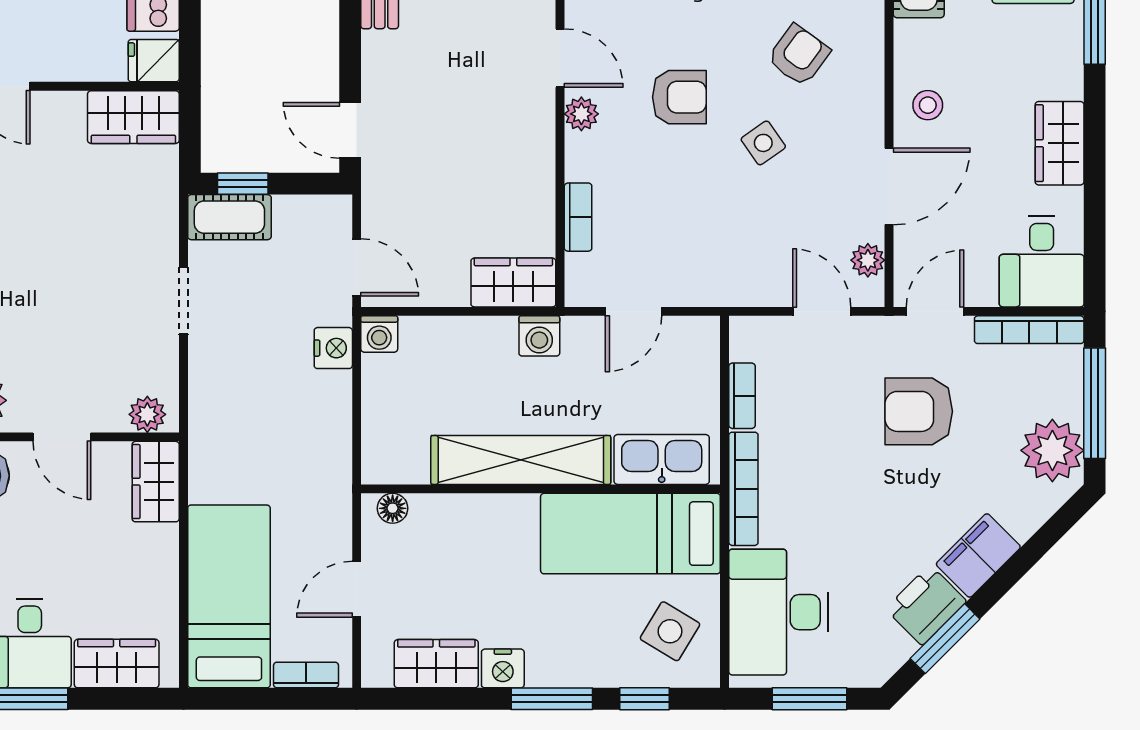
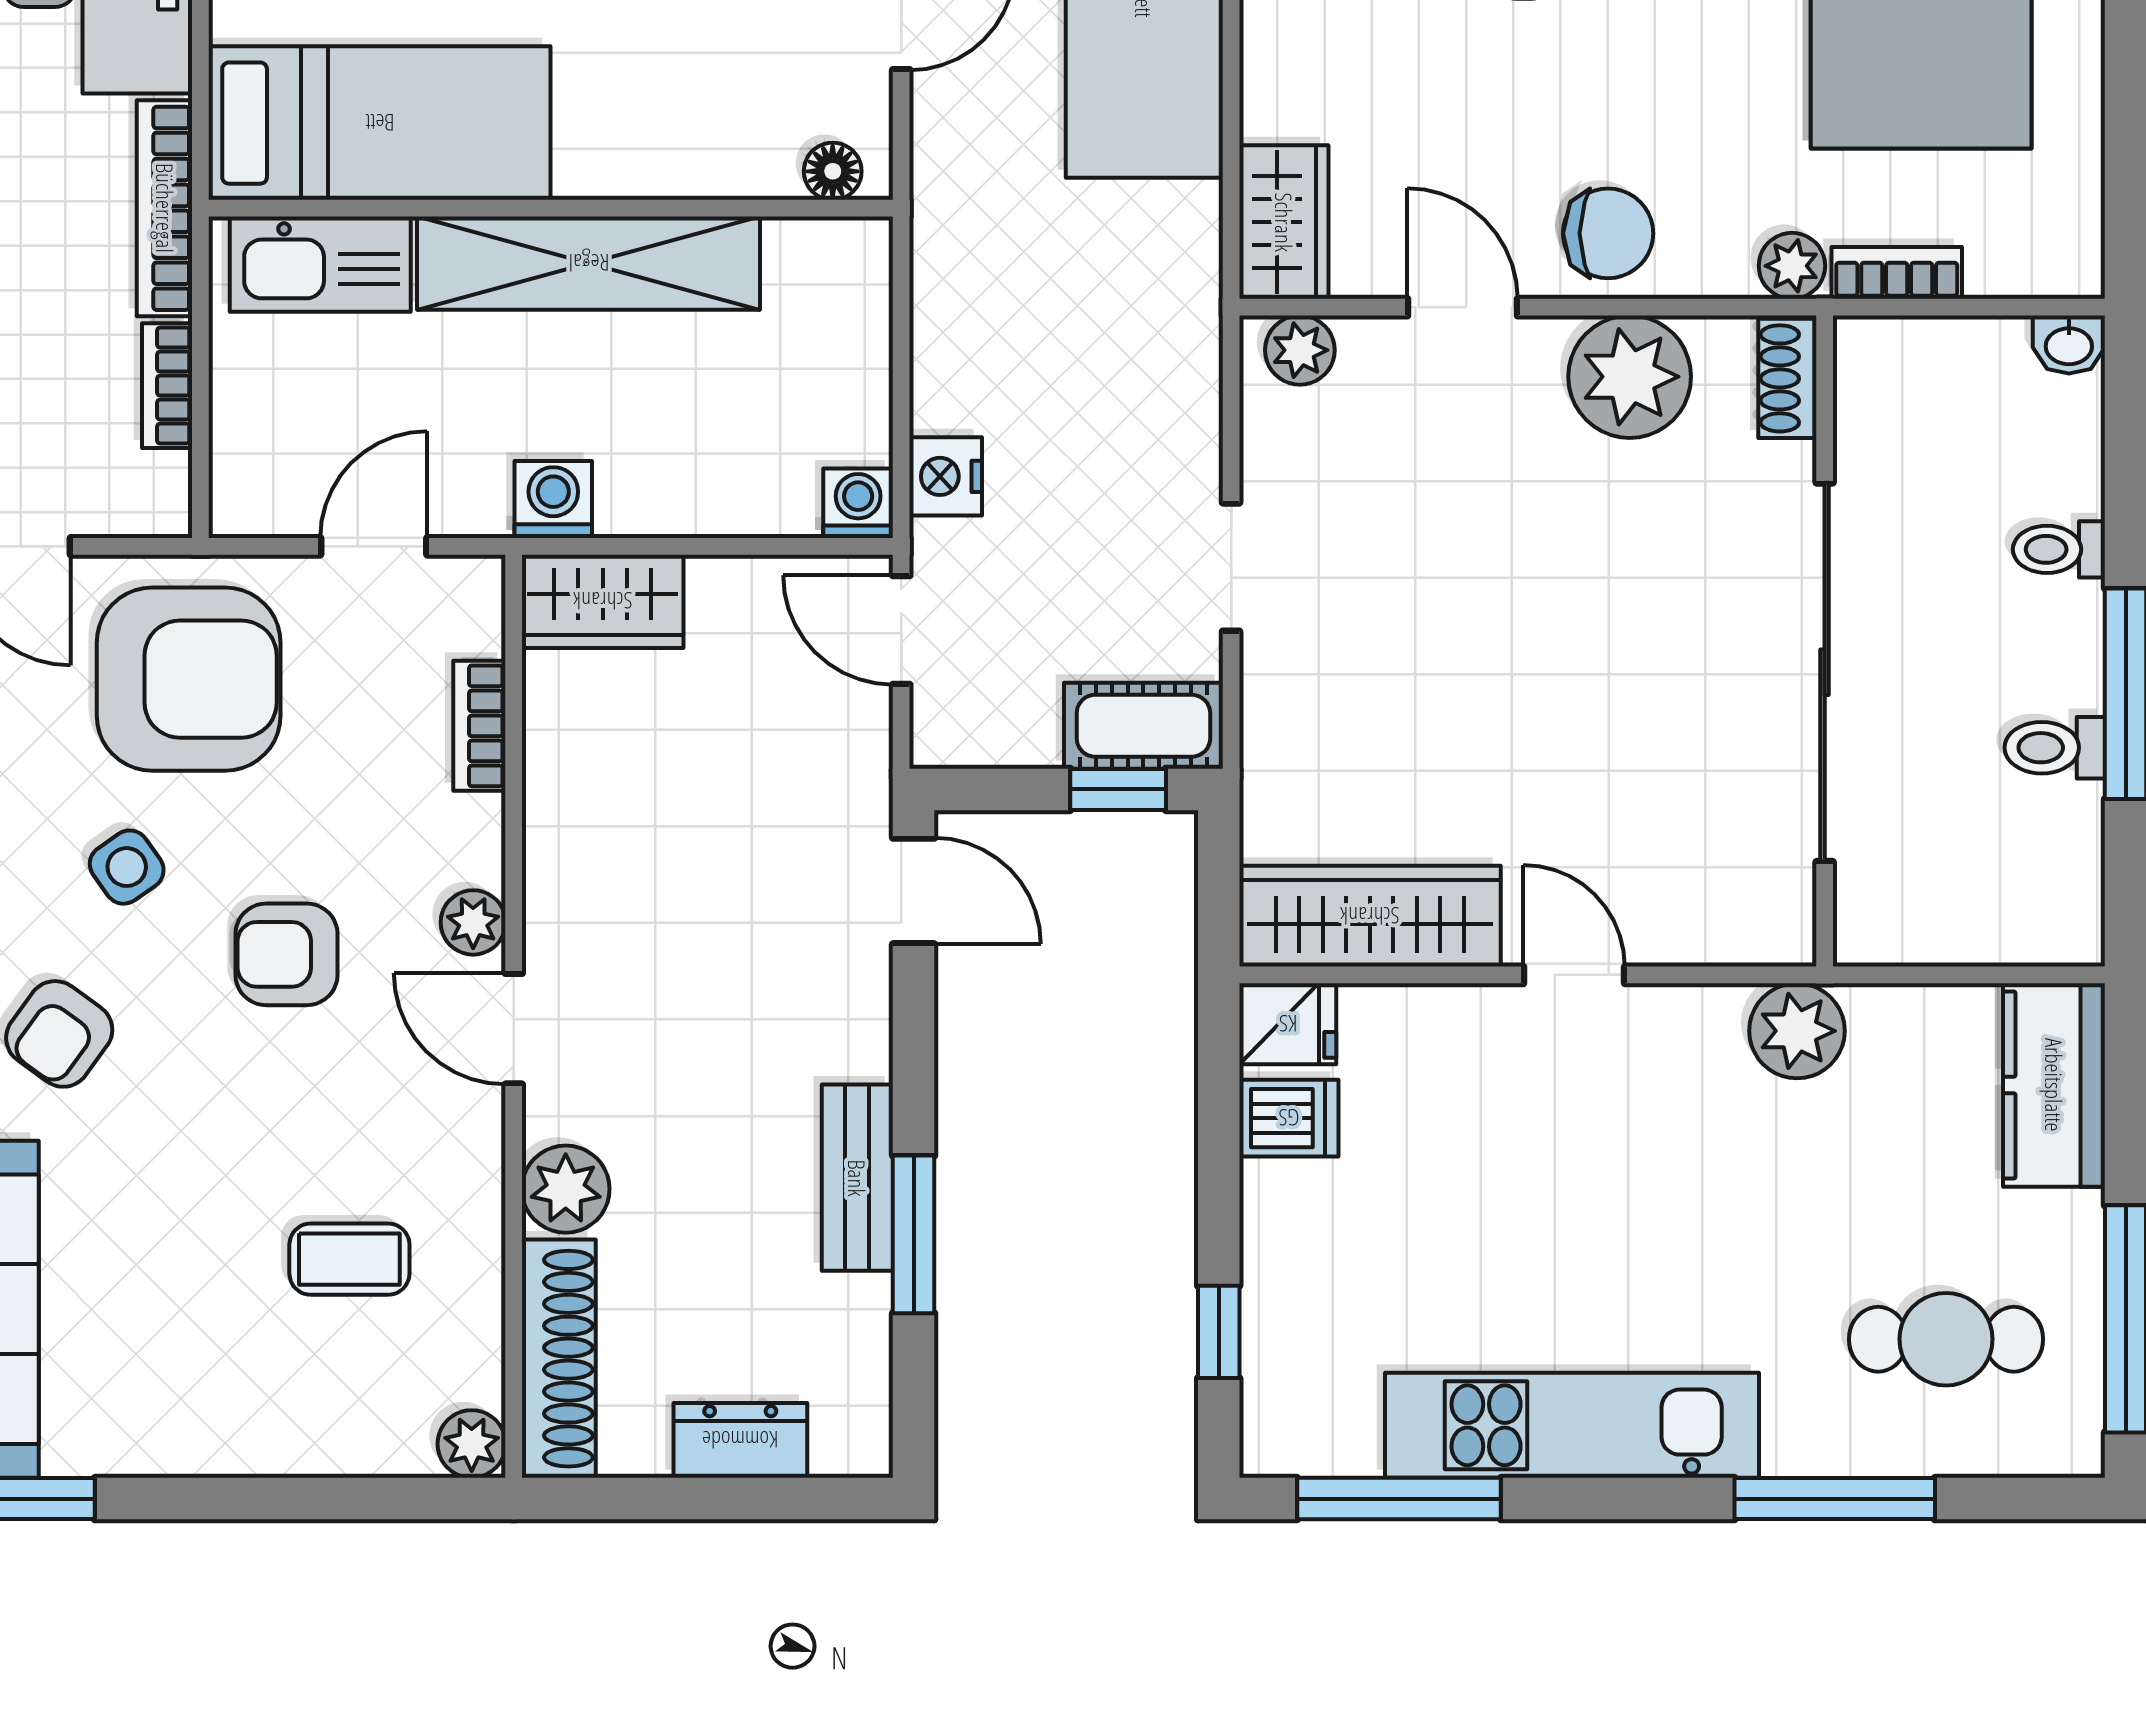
wardrobe: (133, 117) -> (1370, 916), width x1.50
armchair: (731, 242) -> (189, 679), added

